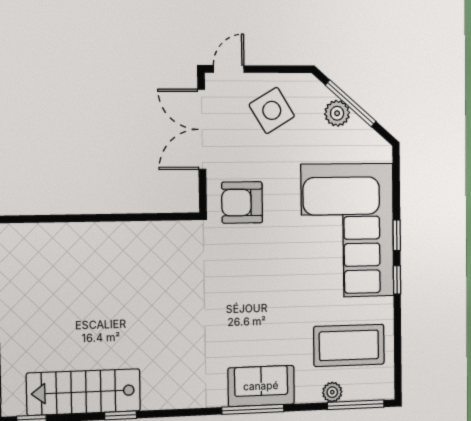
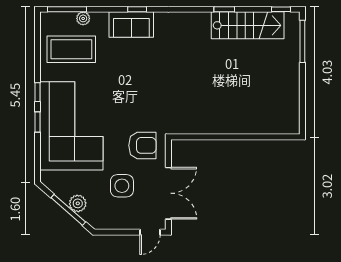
side table: (272, 110) -> (122, 186), moved, turned 31
window: (253, 409) -> (137, 9), width x0.46

